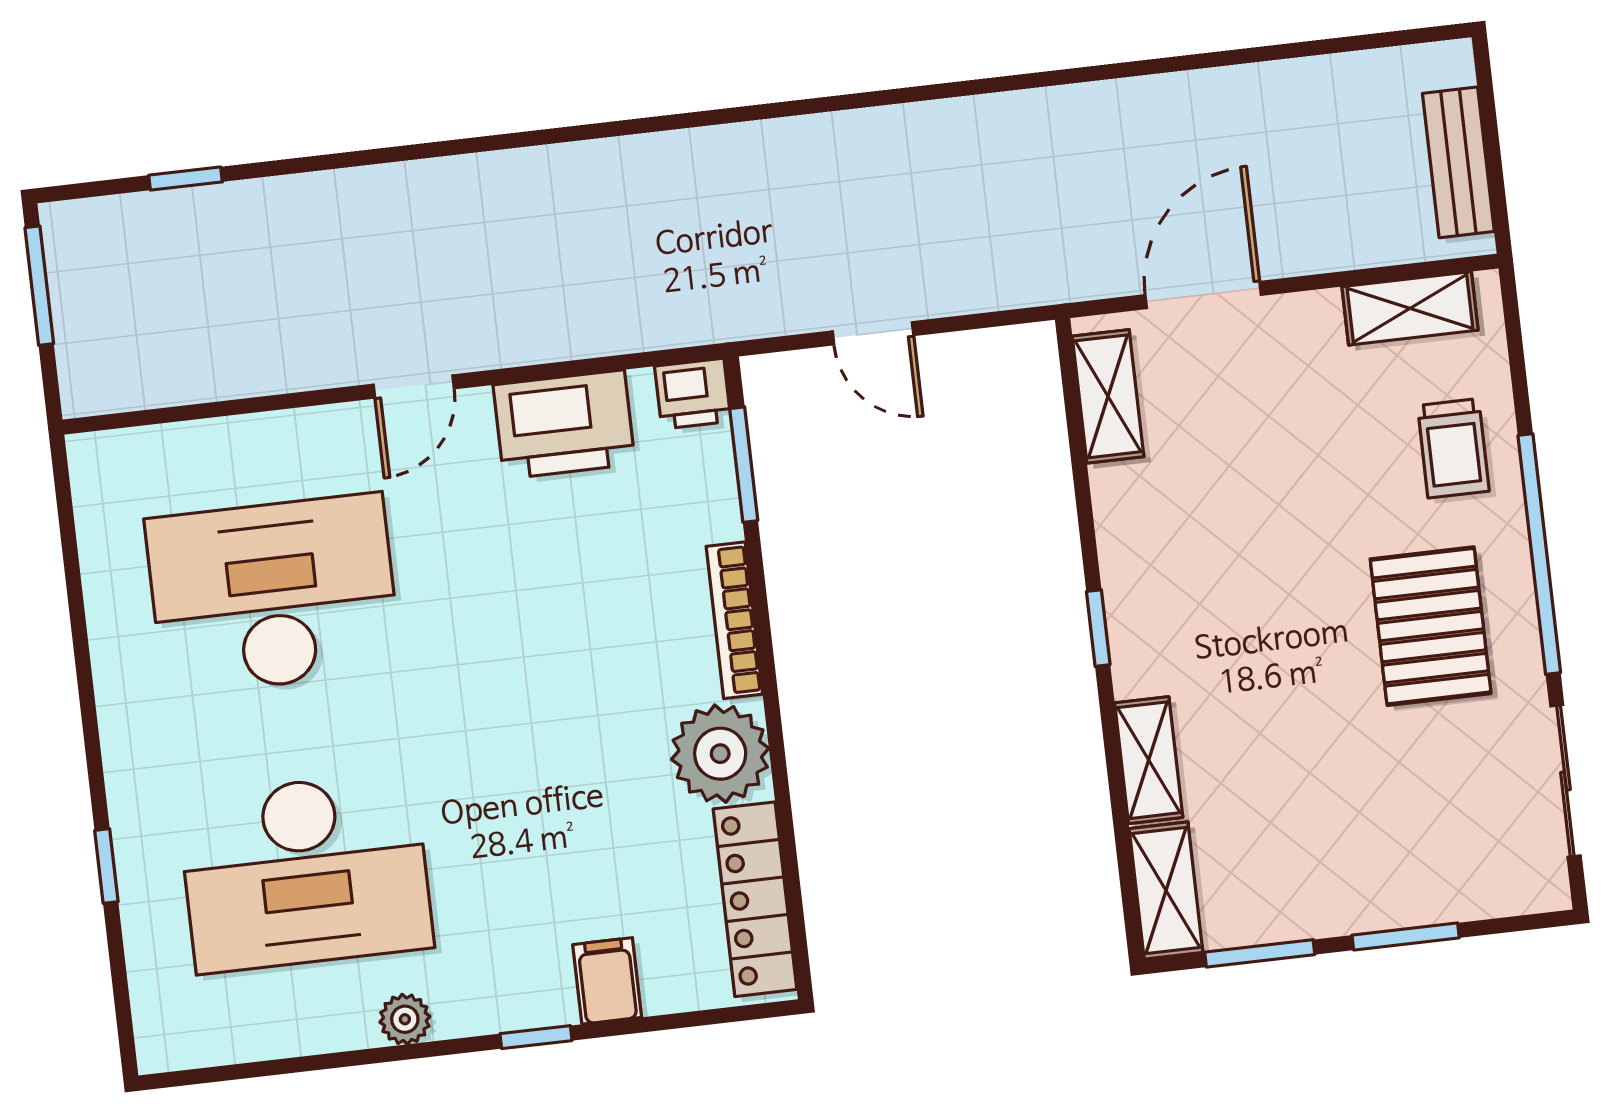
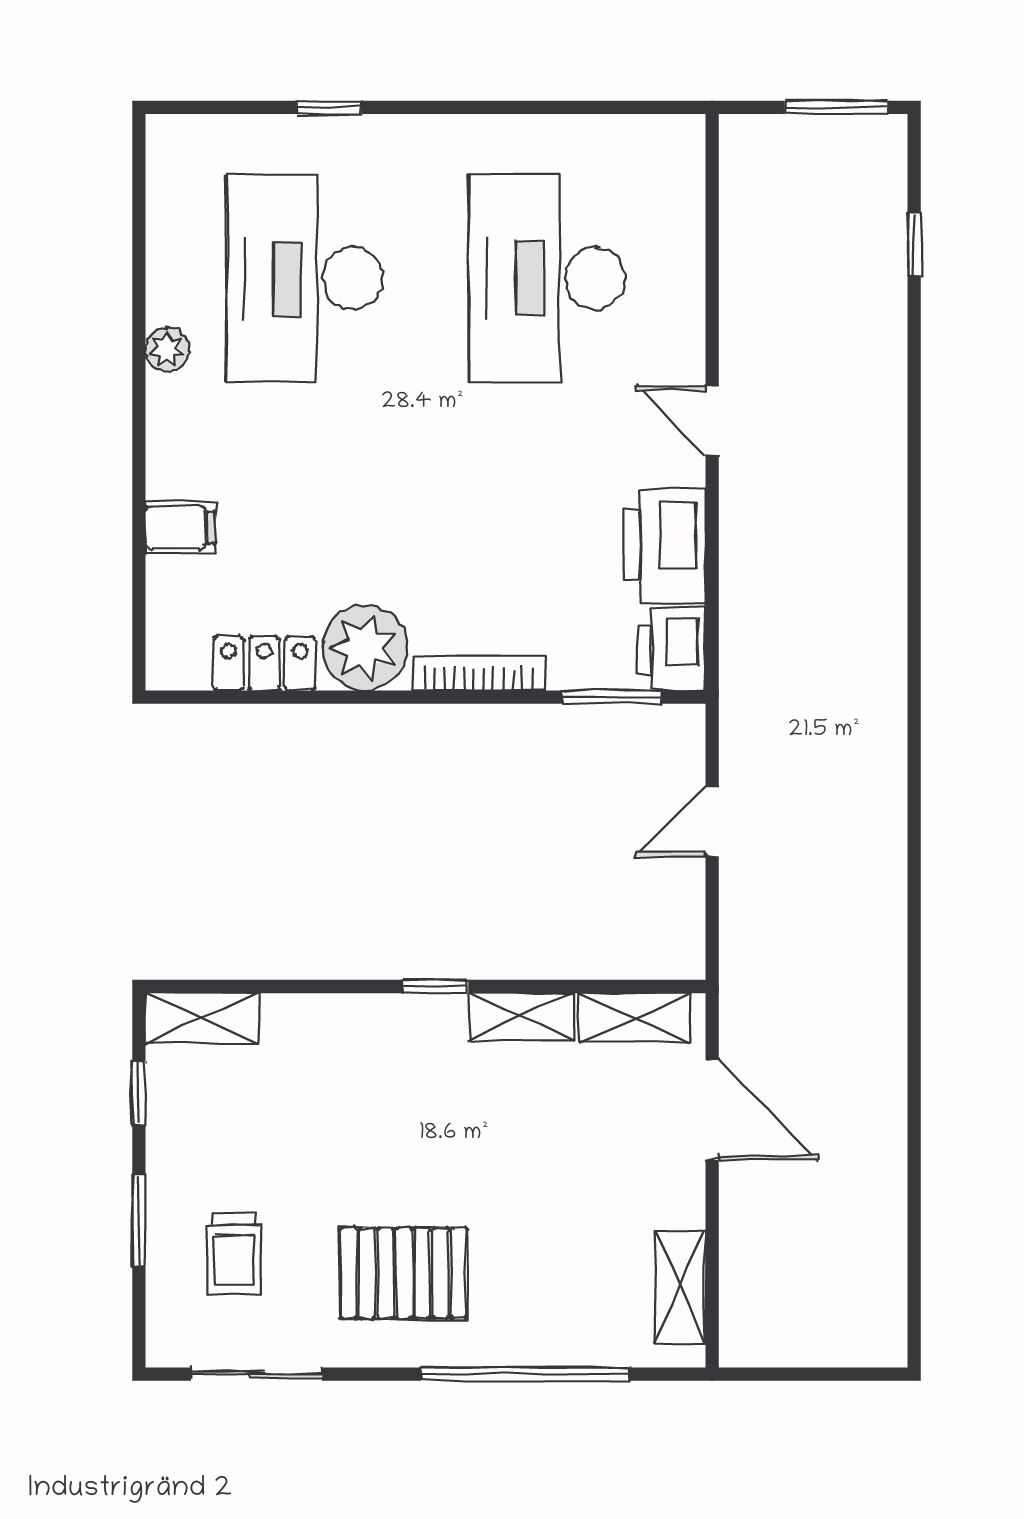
bench: (1458, 162) -> (801, 1343), removed
printer: (693, 394) -> (671, 649), width x1.36, depth x1.24
trolley: (1453, 448) -> (234, 1254), moved, turned -90
window: (1539, 554) -> (525, 1374), moved
desk: (273, 594) -> (547, 278), turned 180
shelving: (1149, 760) -> (522, 1017), moved
locker: (755, 899) -> (264, 663), width x0.66
window: (1260, 953) -> (139, 1093), width x0.67
window: (536, 1037) -> (139, 461), removed

